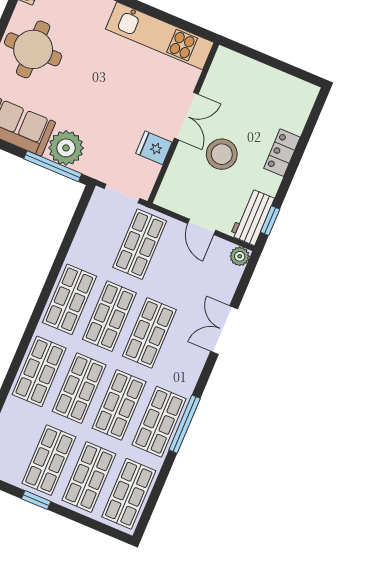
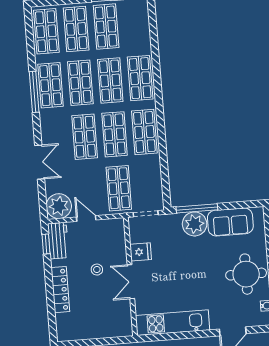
locker: (282, 153) -> (60, 290), width x1.53
stool: (222, 154) -> (97, 270), width x0.53, depth x0.53
plant: (240, 256) -> (59, 206), width x1.87, depth x1.87

